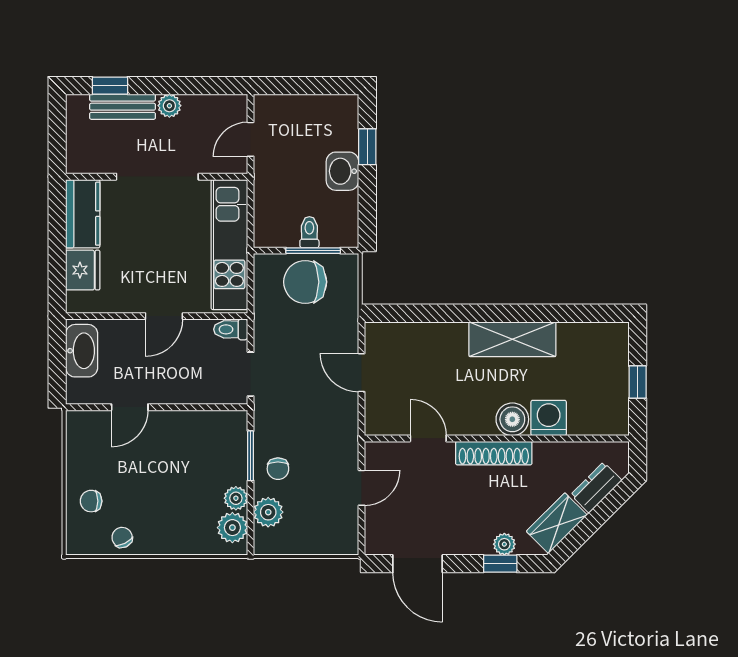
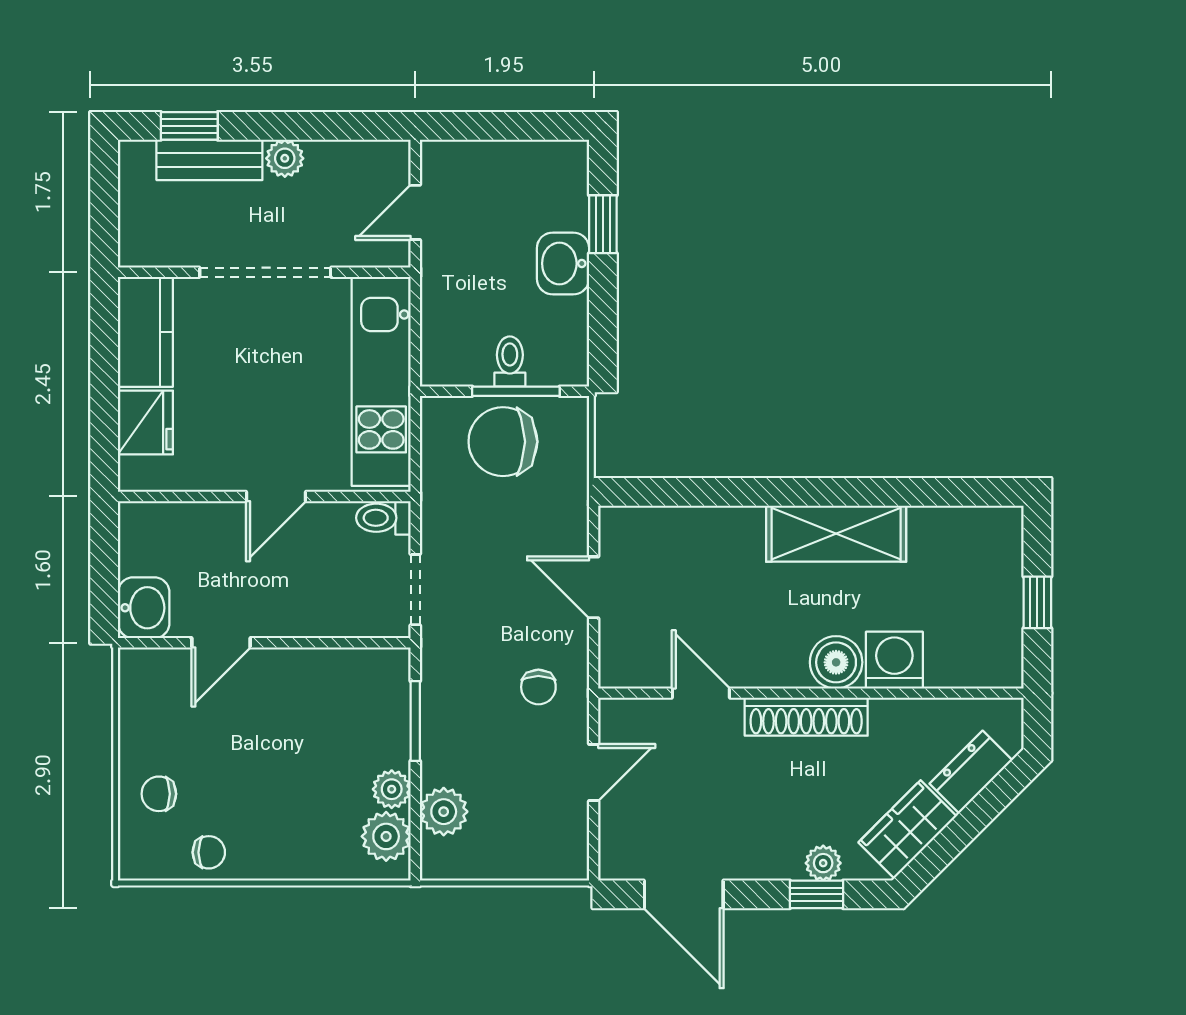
washbasin: (82, 351) -> (144, 608), moved, width x0.72
chair: (278, 469) -> (538, 687), moved
chair: (122, 537) -> (209, 852), turned 116

